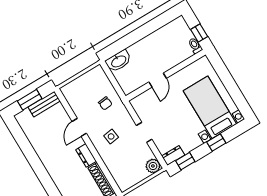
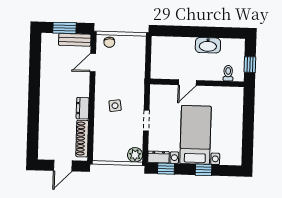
toilet: (195, 46) -> (228, 73), moved
washbasin: (119, 61) -> (208, 45), moved
chair: (105, 103) -> (109, 42), moved
bed with nightstands: (210, 107) -> (195, 135), moved
door: (79, 127) -> (93, 63), moved

